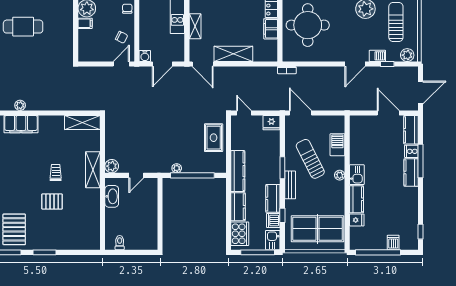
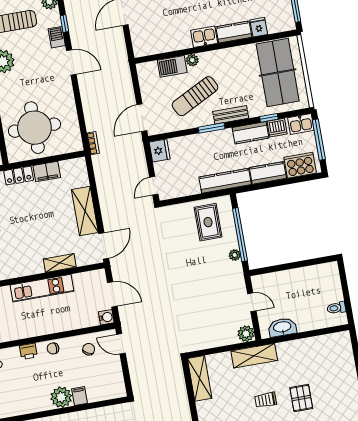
rug: (214, 138) -> (208, 222), moved, turned 90
plant: (340, 175) -> (192, 60), moved

